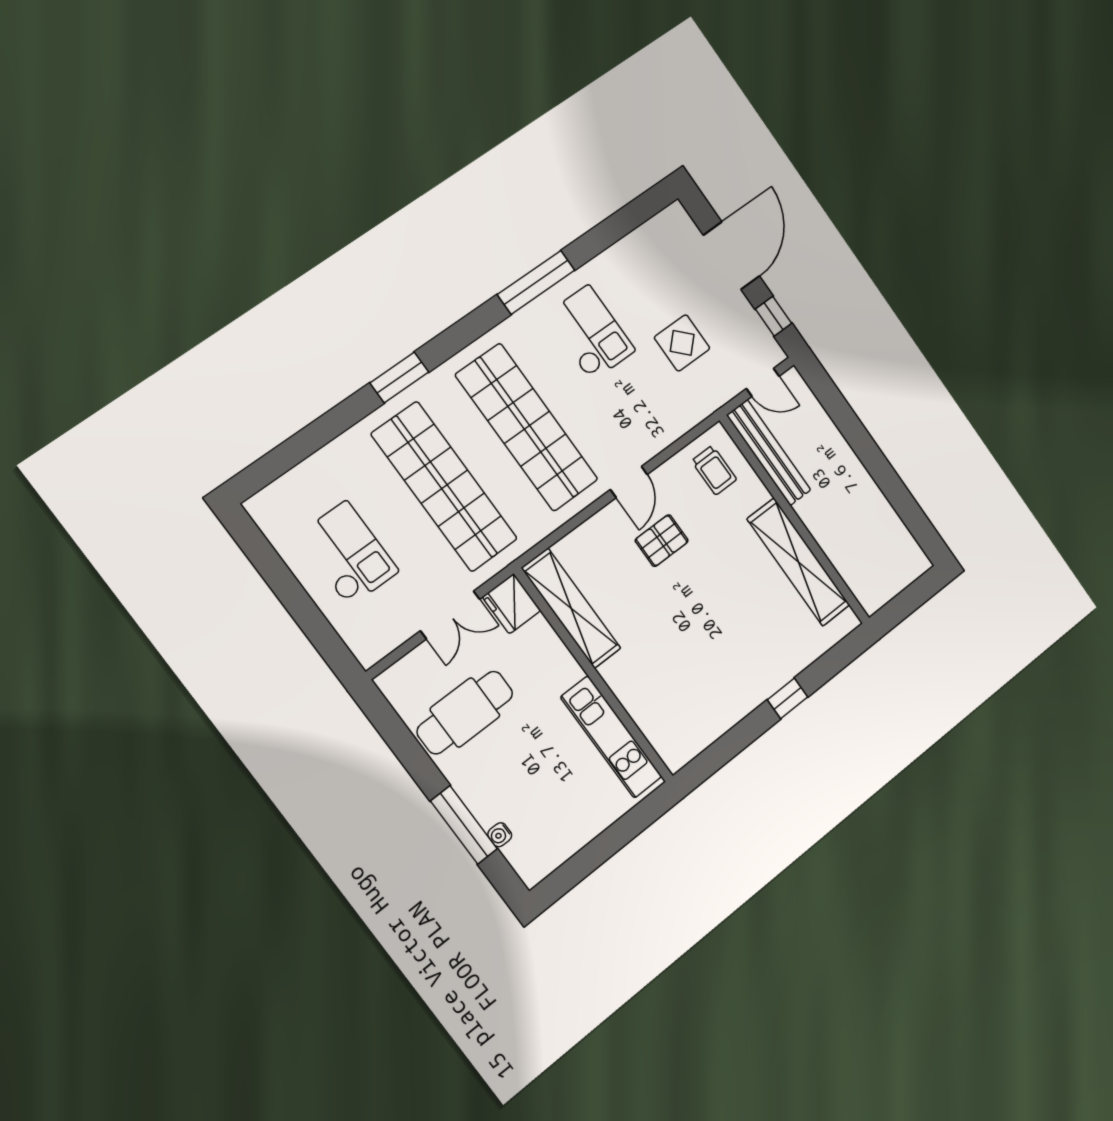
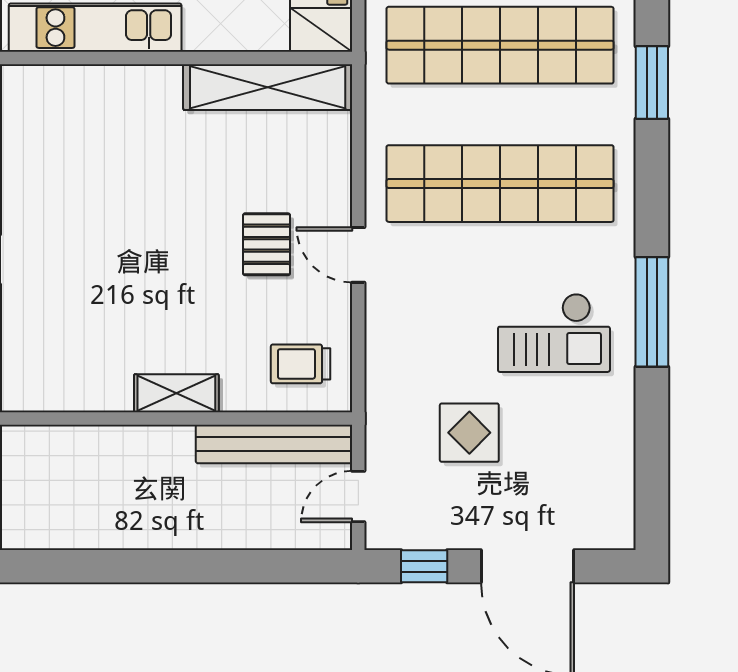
shelving: (798, 562) -> (176, 393), width x0.45, depth x0.75

